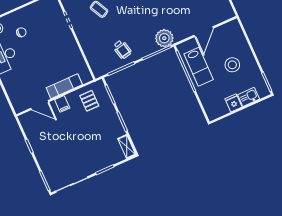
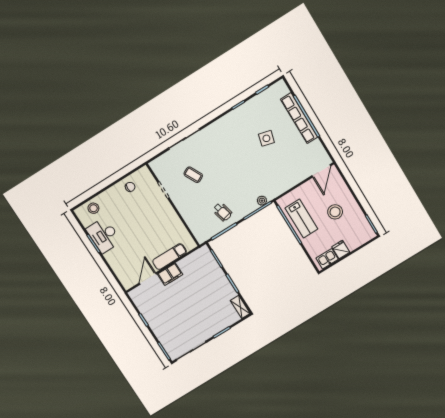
chair: (21, 32) -> (130, 187), moved
door: (204, 32) -> (321, 171), moved
plant: (164, 38) -> (262, 201), width x0.53, depth x0.53
kitchen sink: (249, 97) -> (327, 259), moved
pallet: (89, 101) -> (197, 267), removed
filing cabinet: (62, 104) -> (170, 274), width x2.00
door: (40, 105) -> (148, 279), swing flipped

